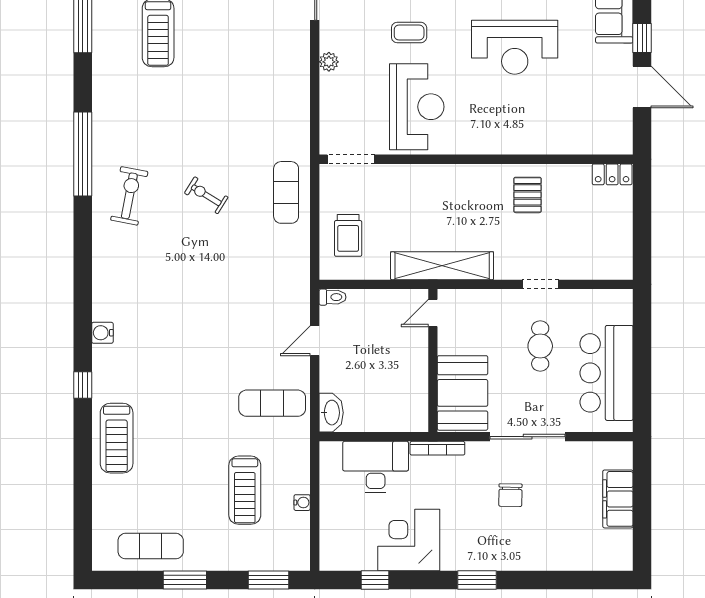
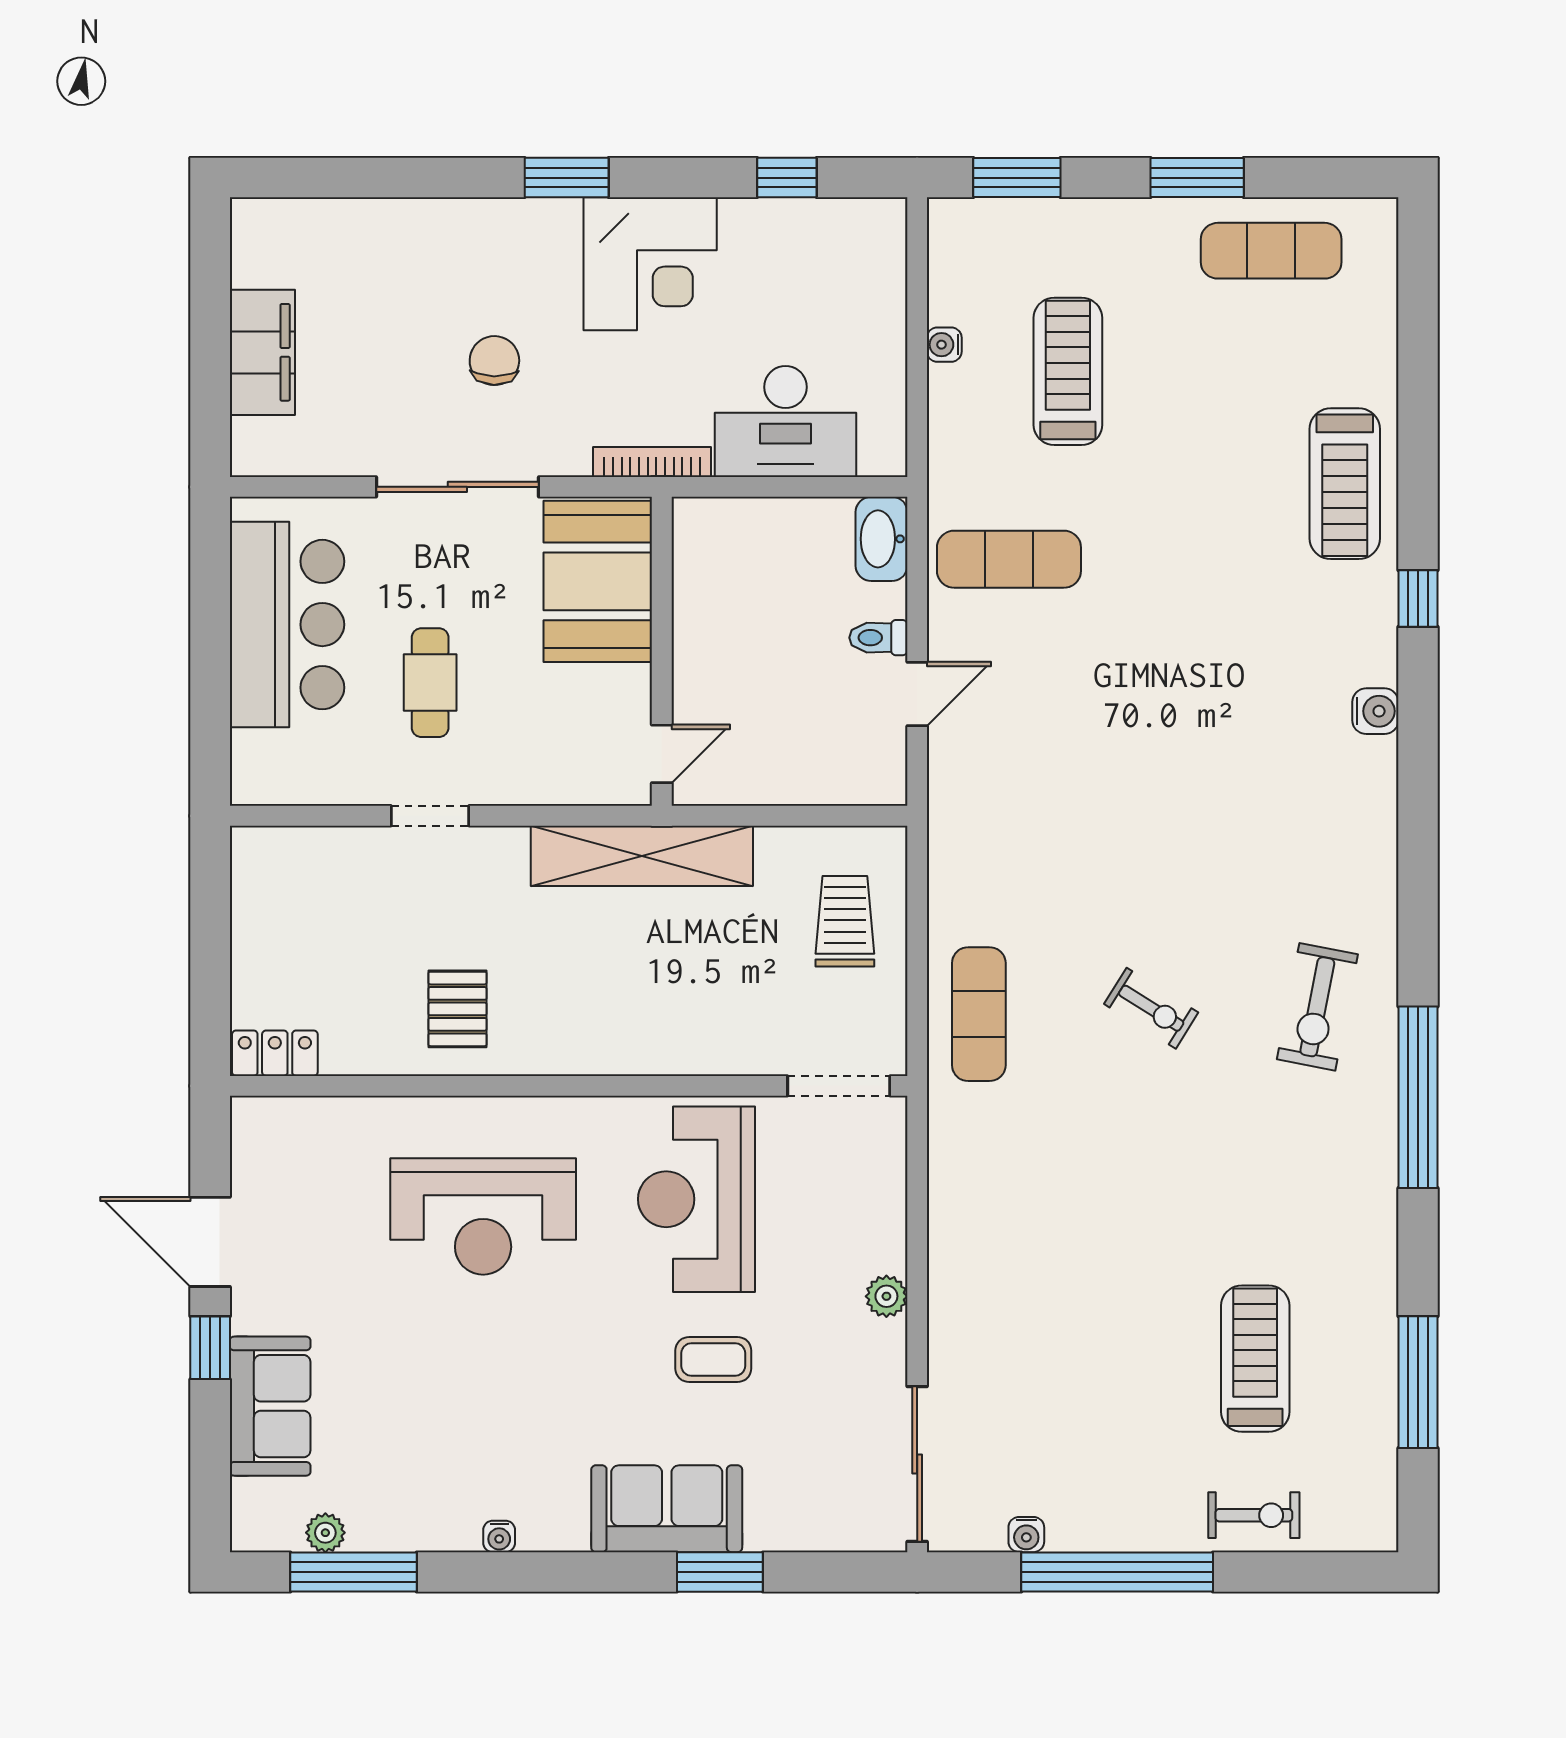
reception desk: (515, 47) -> (483, 1216), moved, turned 180
toilet: (333, 297) -> (878, 638), moved
treadmill: (117, 438) -> (1345, 484), turned 180
corner desk: (409, 540) -> (650, 264), moved

